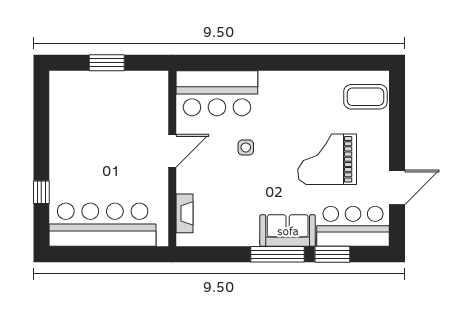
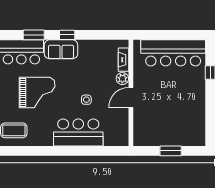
bar counter: (217, 93) -> (78, 133), moved
plant: (186, 182) -> (122, 79), added
window: (278, 254) -> (67, 35), width x0.46

